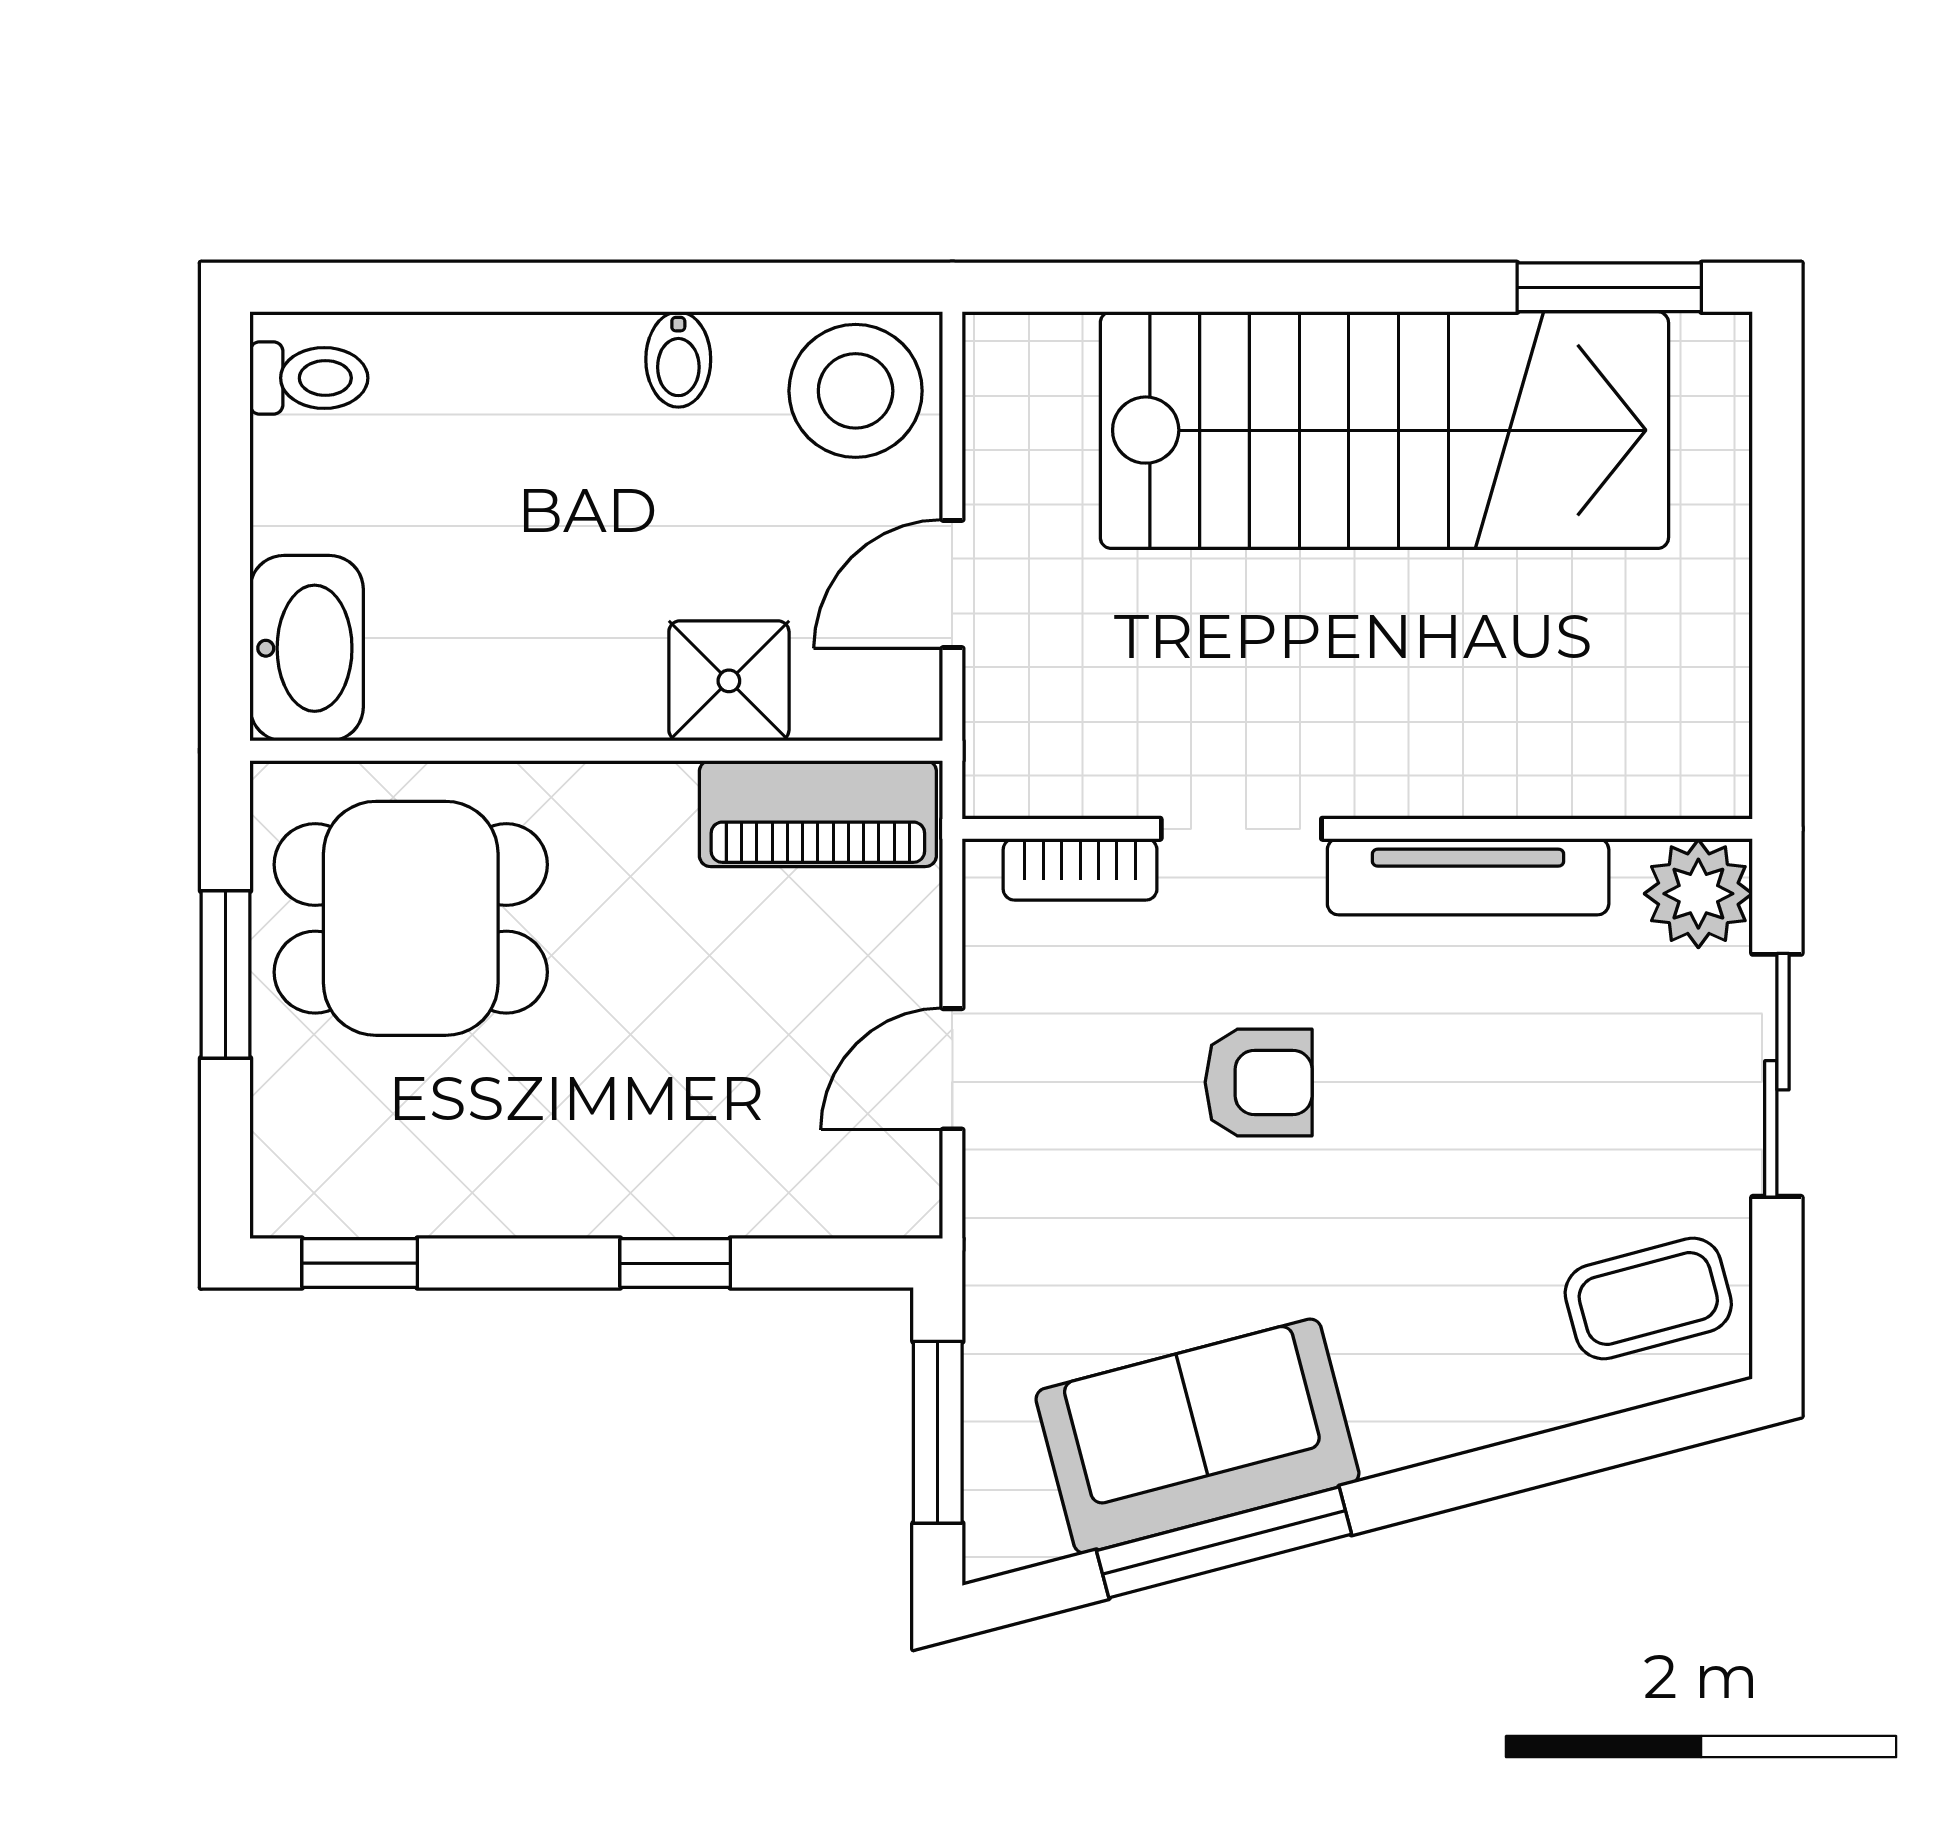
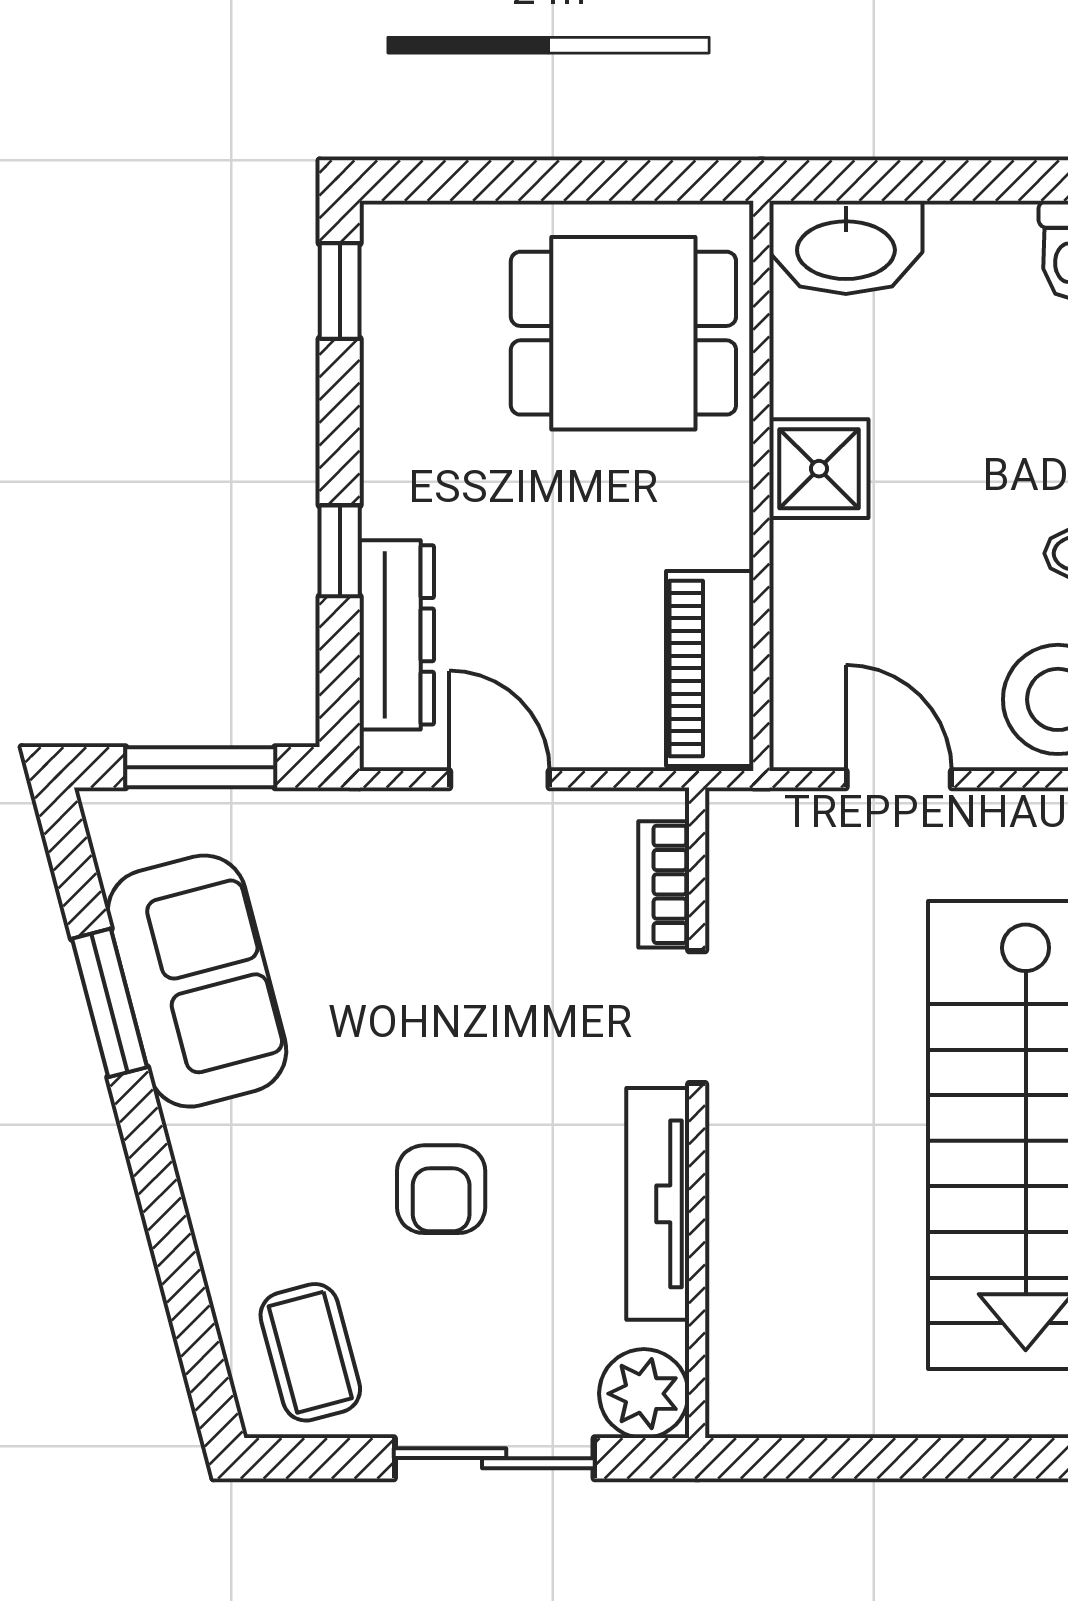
shower: (729, 681) -> (819, 469), moved
dining table: (411, 918) -> (623, 333), turned 90
window: (226, 975) -> (577, 181), removed
armchair: (1259, 1082) -> (441, 1189), moved
dresser: (777, 1194) -> (397, 635), added
window: (1224, 1542) -> (110, 1003), width x0.69

